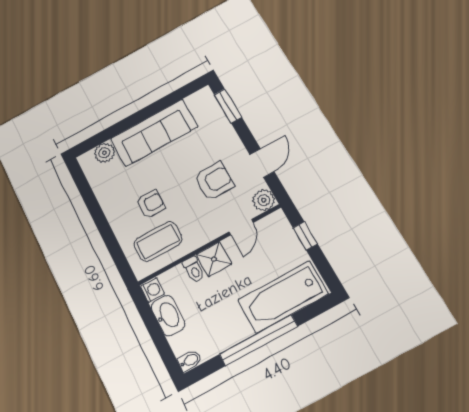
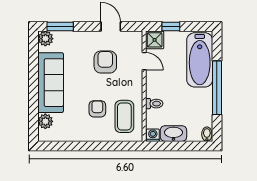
plant: (264, 200) -> (45, 39), moved
shower: (214, 259) -> (155, 40), moved

